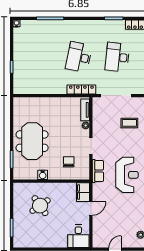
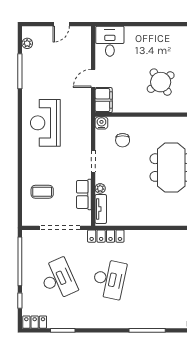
desk: (117, 57) -> (58, 279), turned -30
row of seats: (98, 171) -> (84, 194), moved
water cooler: (43, 175) -> (101, 123), moved

